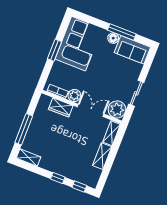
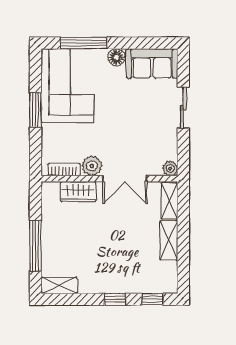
window: (122, 32) -> (84, 43), moved
sliding door: (136, 93) -> (183, 108), moved
plant: (117, 109) -> (170, 168), width x0.53, depth x0.53
double door: (91, 110) -> (125, 179), swing flipped

